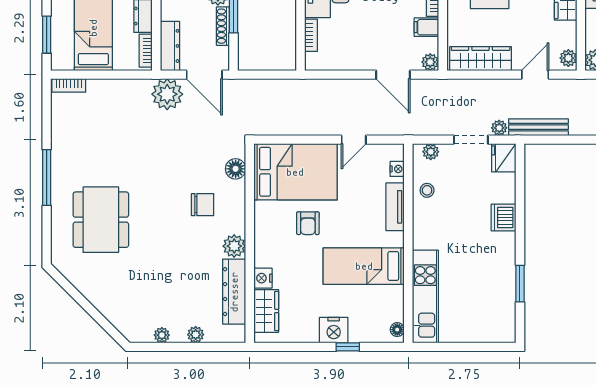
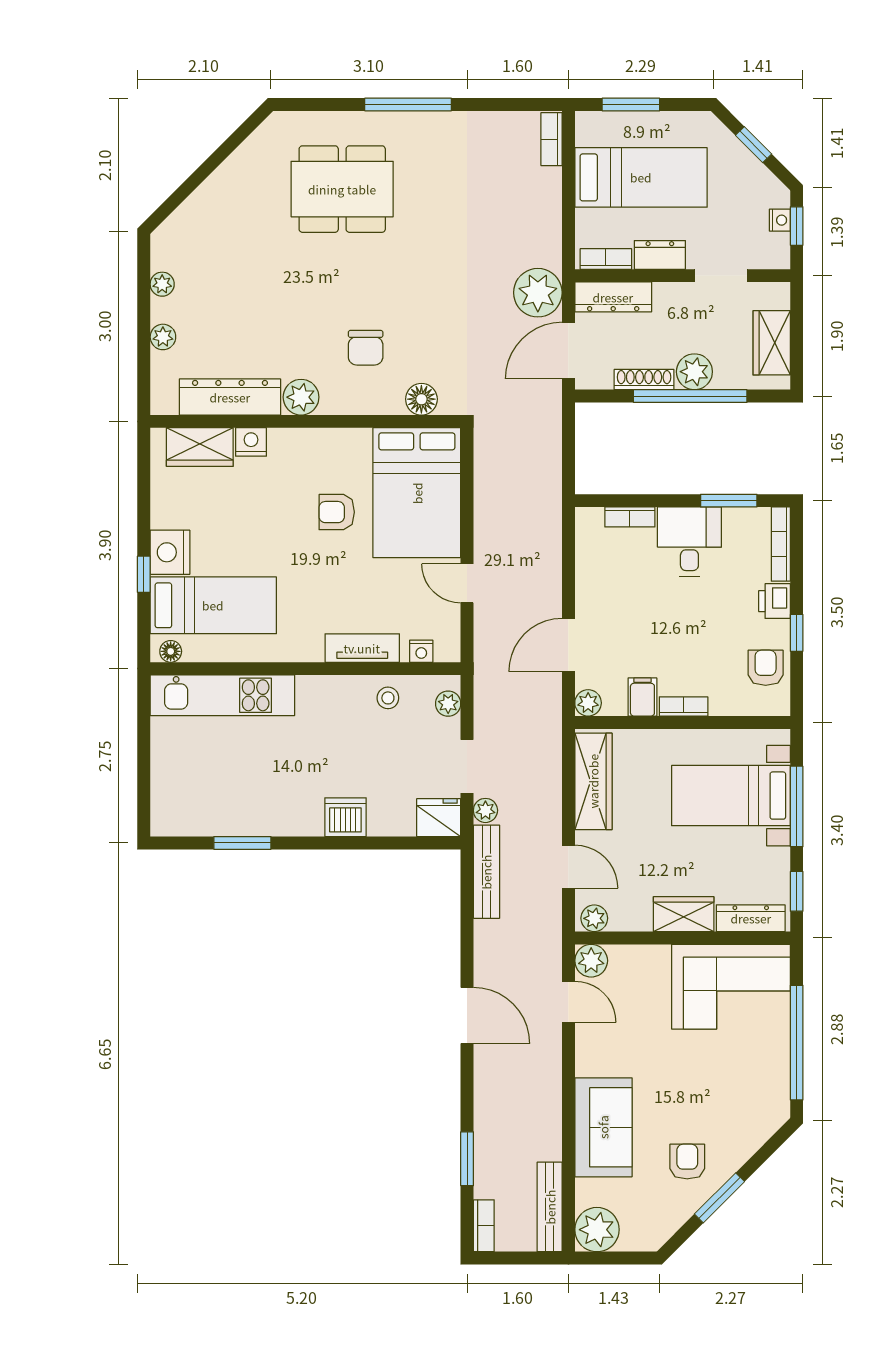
bed: (364, 266) -> (213, 605), moved, turned 90

